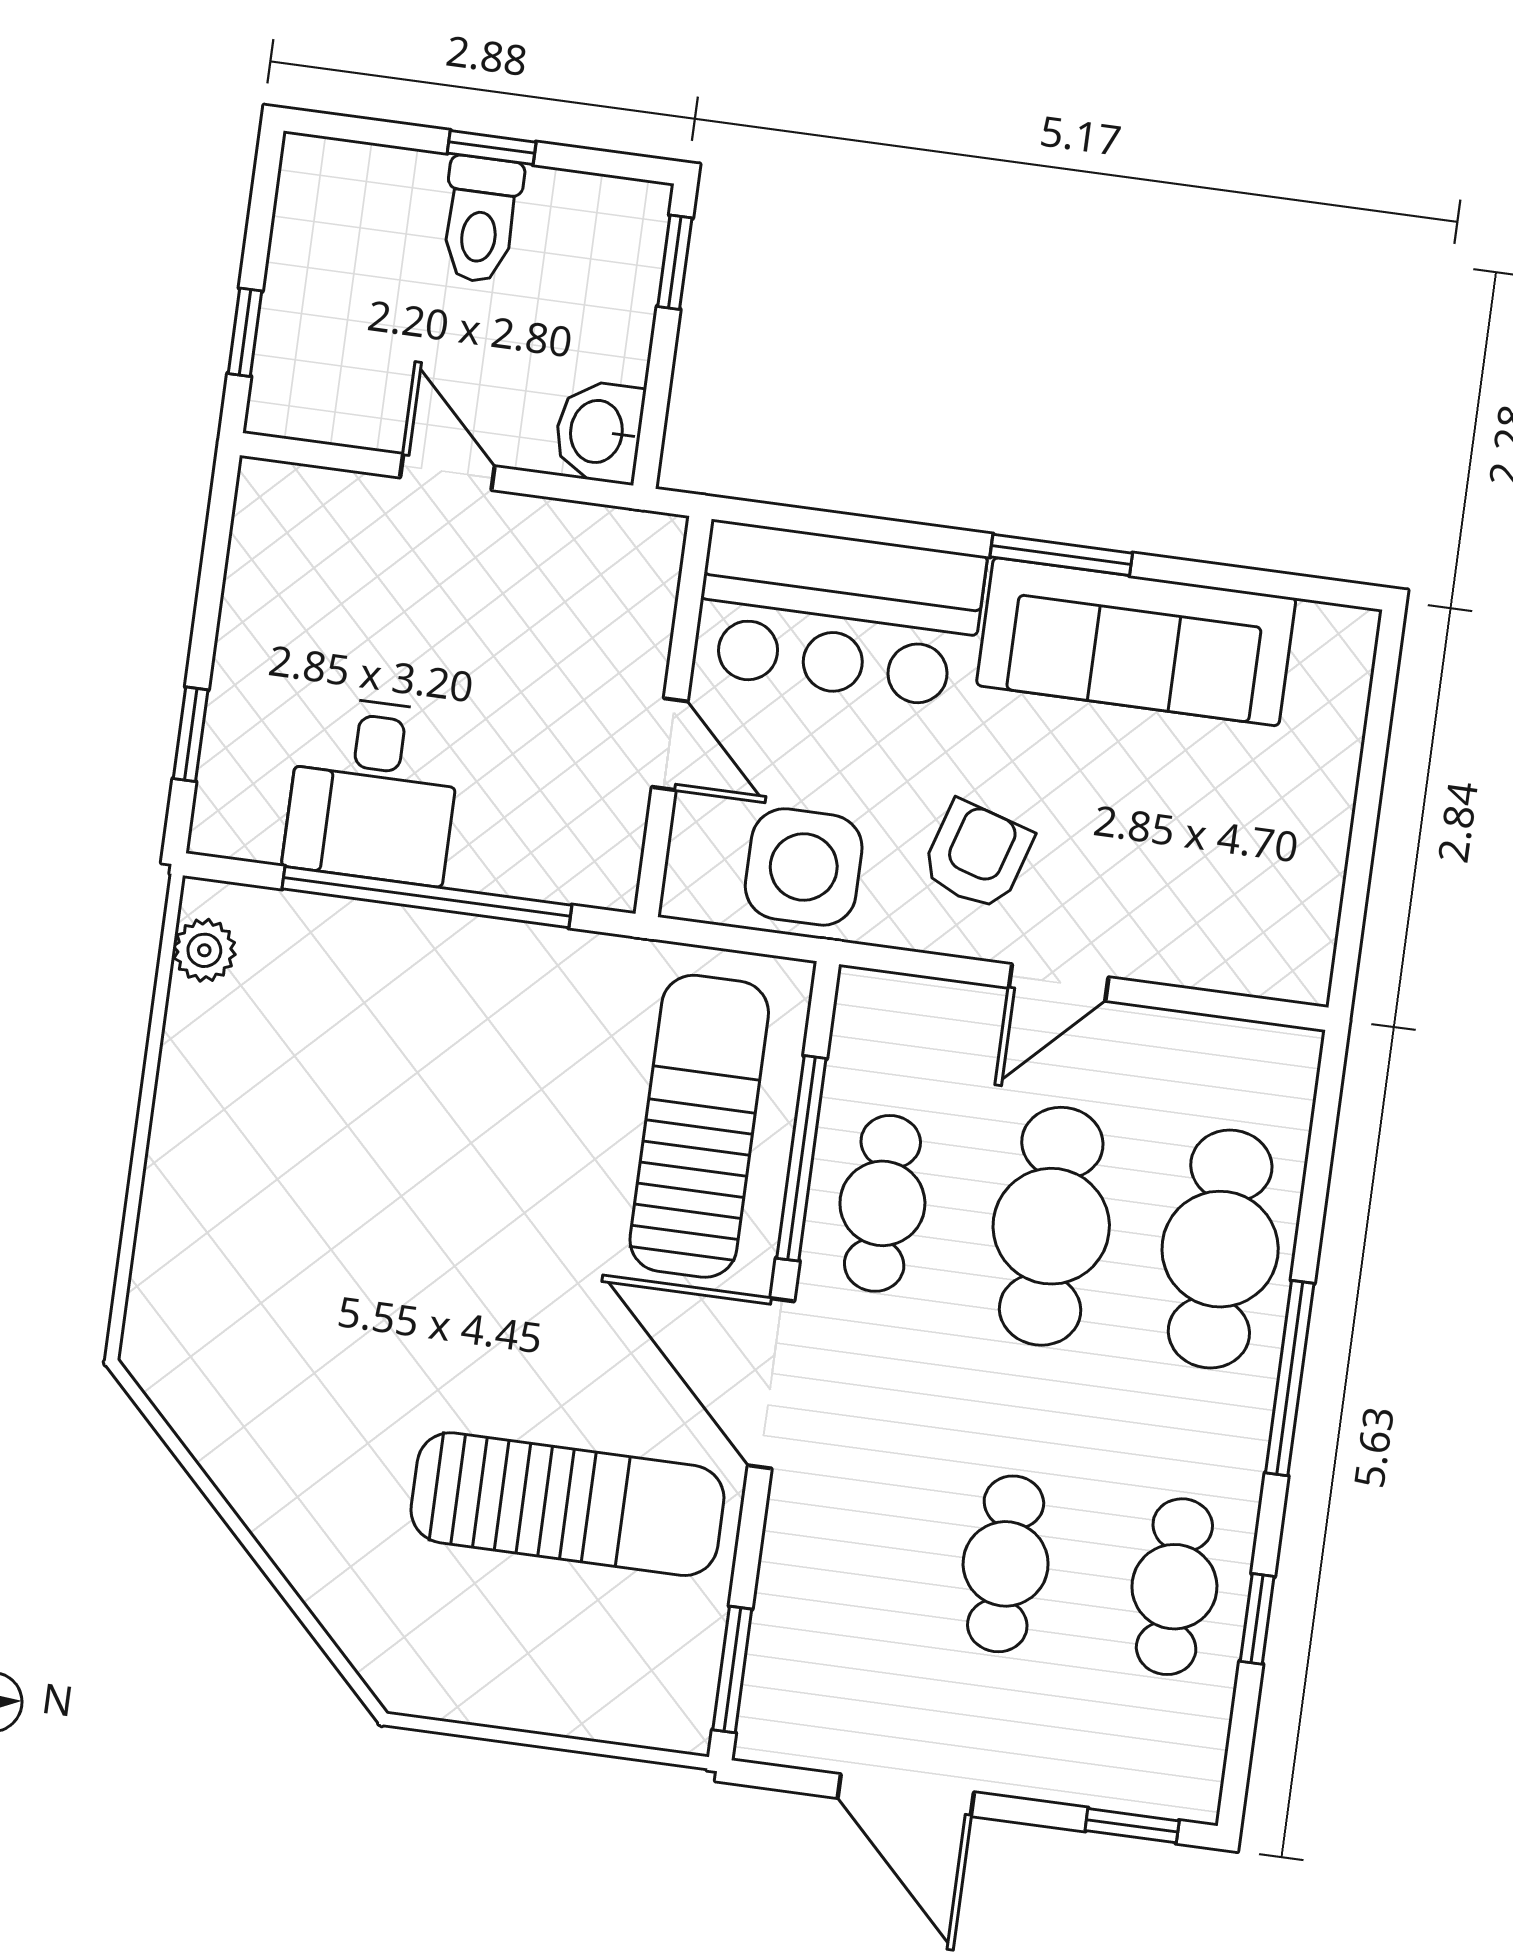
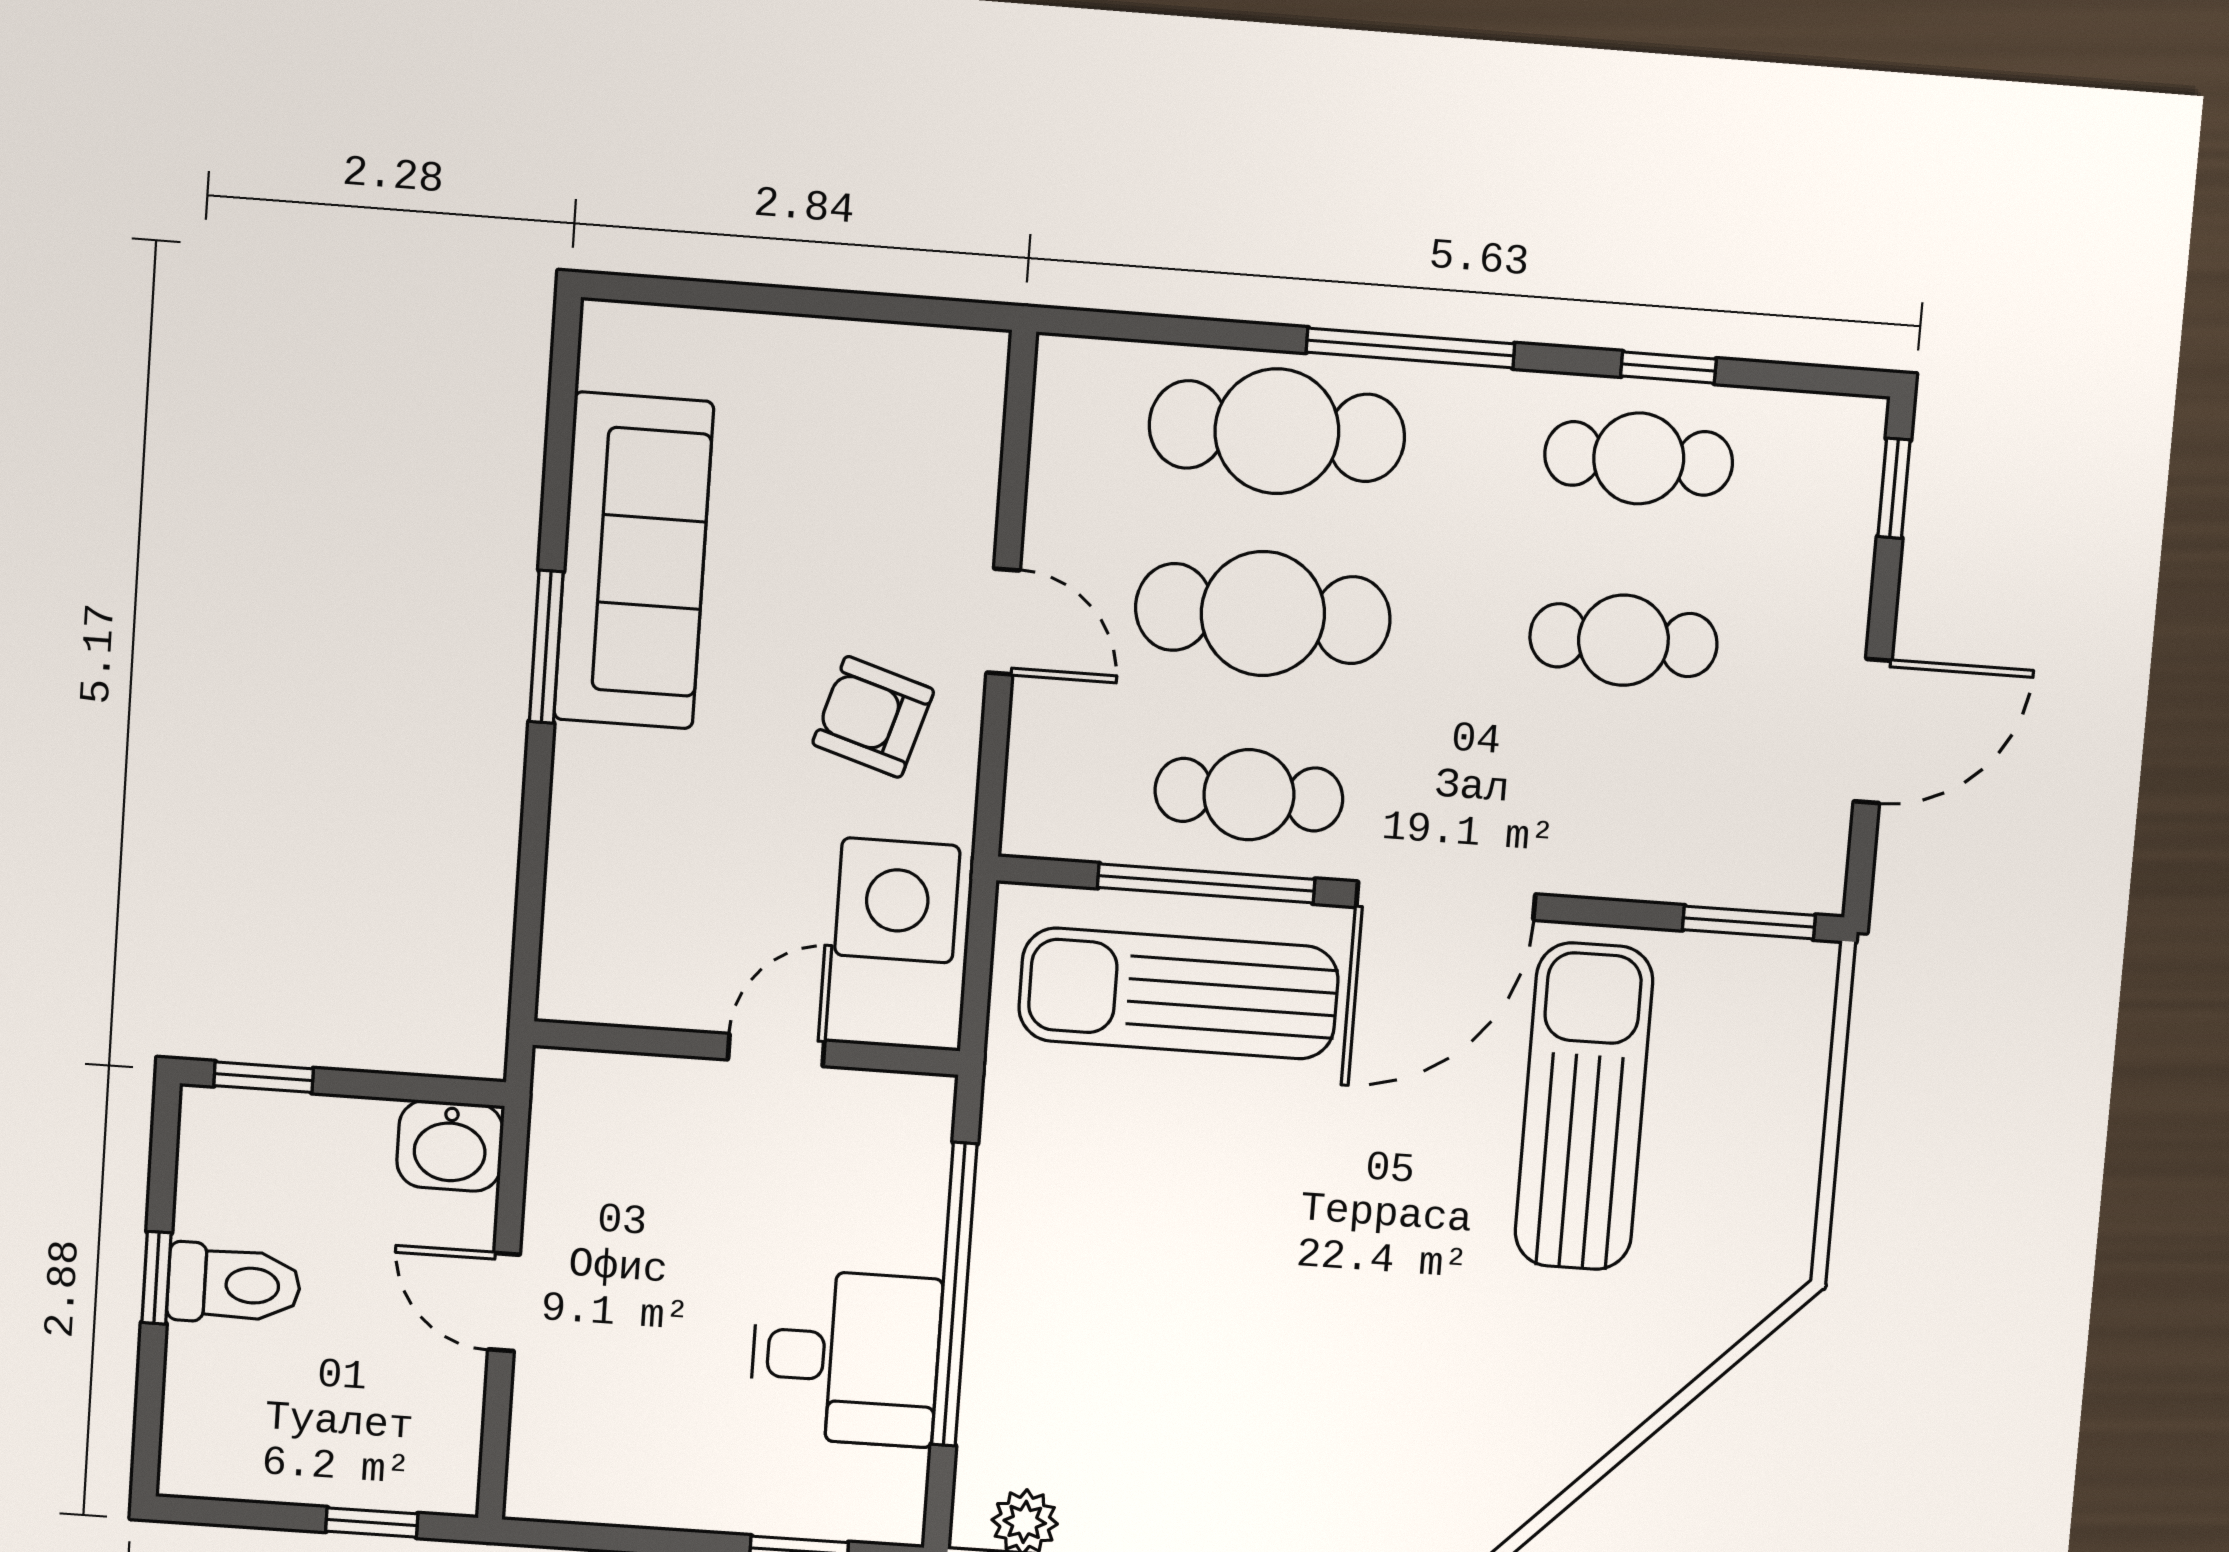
door: (447, 472) -> (504, 1302), hinge flipped
bar counter: (839, 614) -> (626, 880), removed

